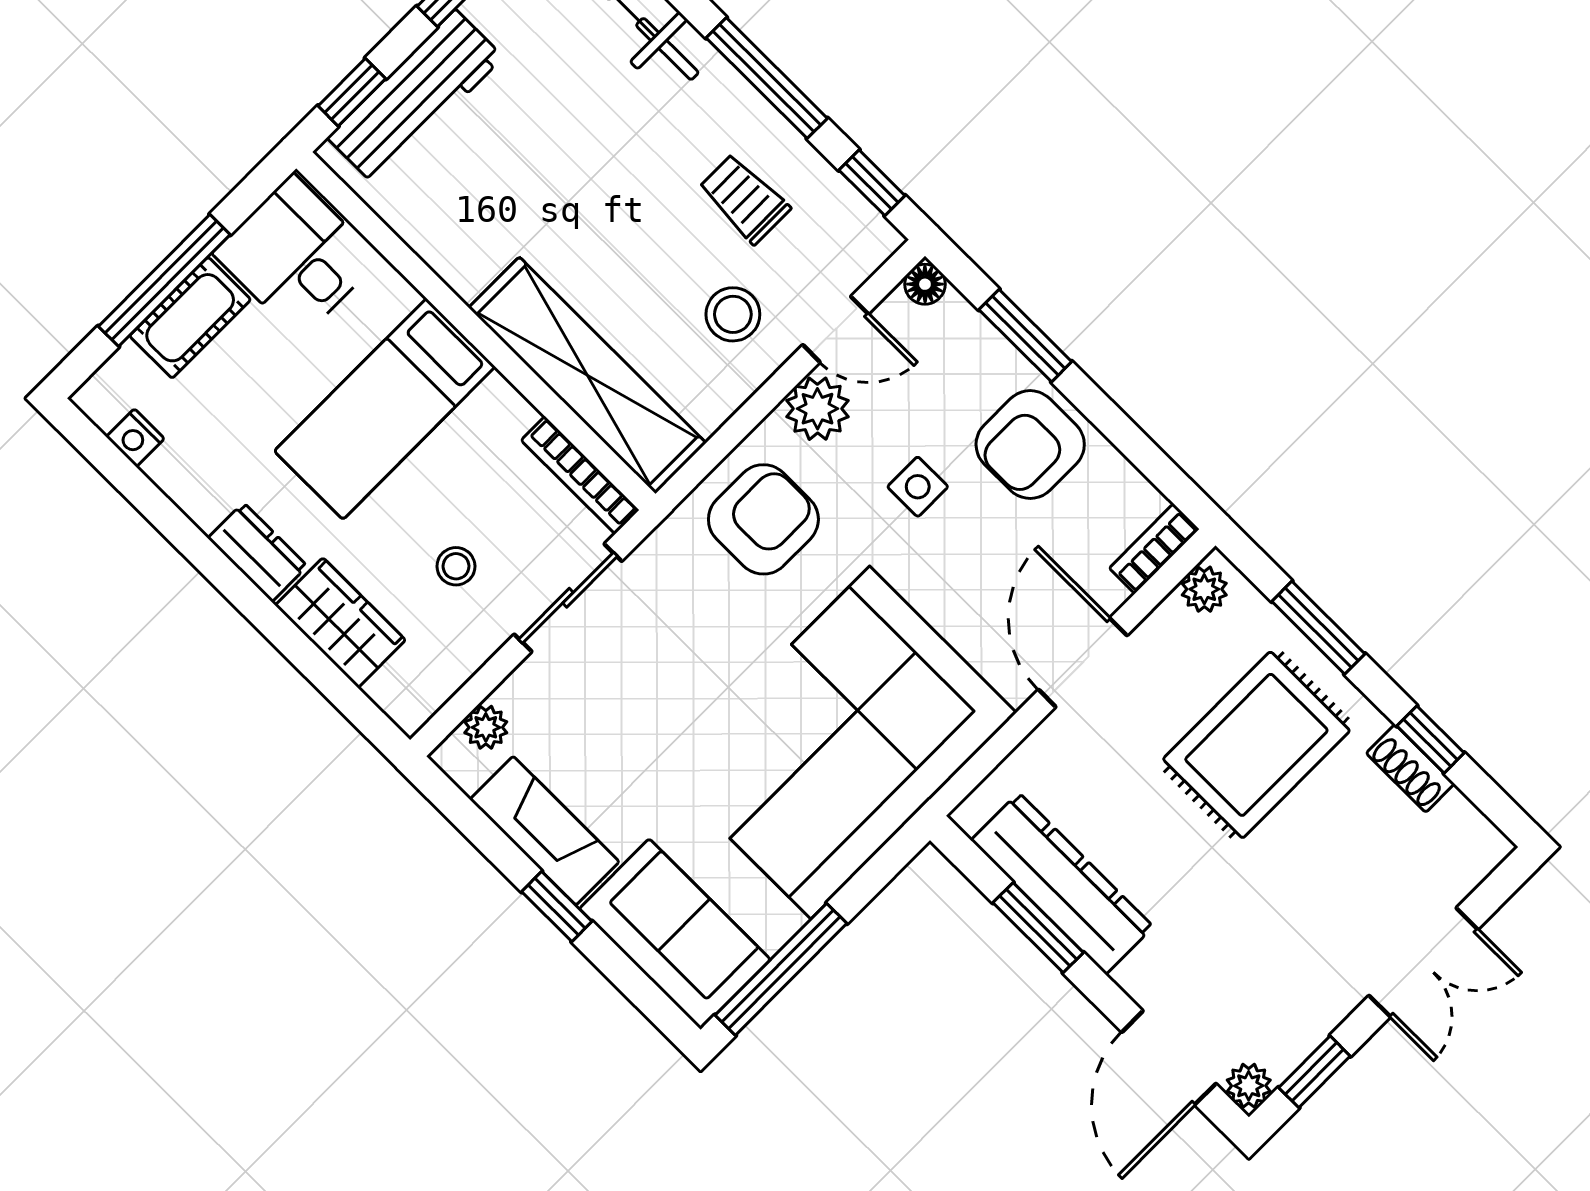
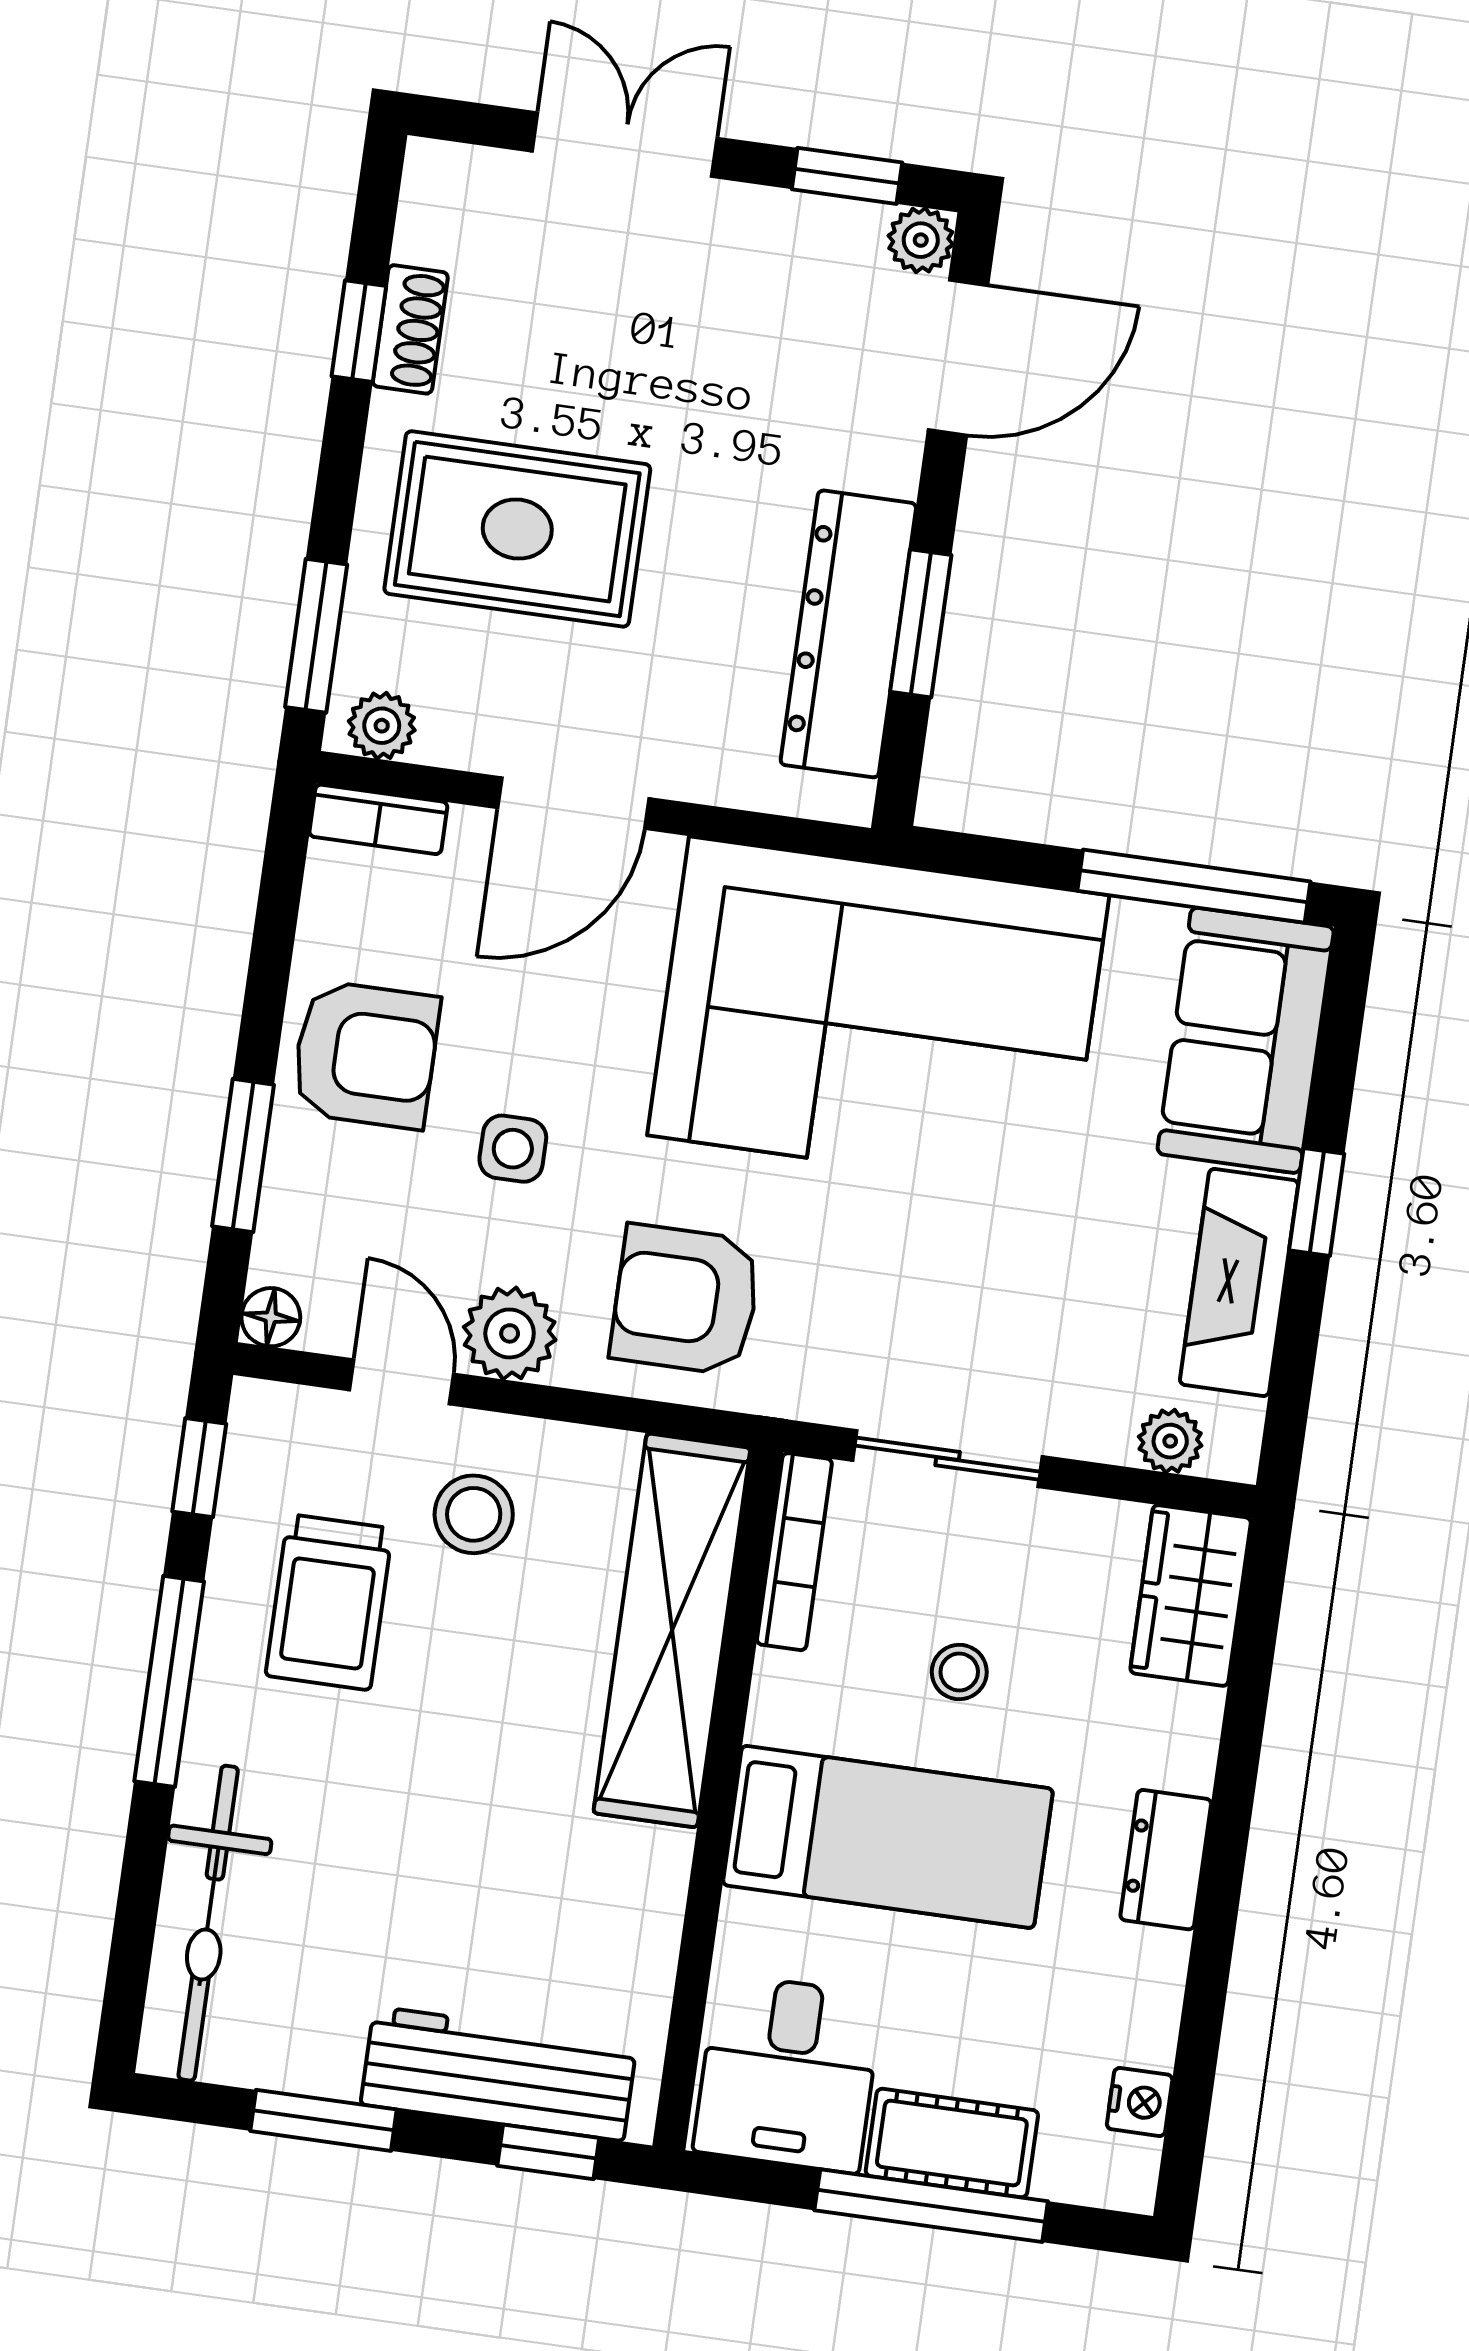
trolley: (744, 199) -> (329, 1602), width x1.36, depth x1.39
stool: (456, 566) -> (959, 1672), moved
wardrobe: (340, 623) -> (1191, 1596), moved
window: (1318, 628) -> (316, 636), moved

